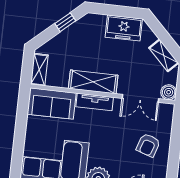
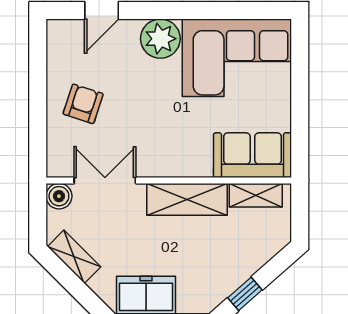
shelving: (39, 70) -> (256, 195), moved, turned 90
tv unit: (95, 102) -> (181, 166), removed

